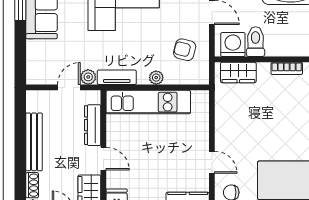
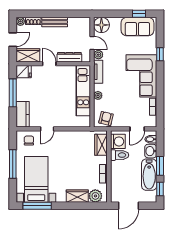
armchair: (185, 50) -> (106, 118), moved
floor lamp: (39, 72) -> (101, 25), added
bench: (34, 142) -> (55, 22), width x0.73
door: (103, 159) -> (49, 64), swing flipped

